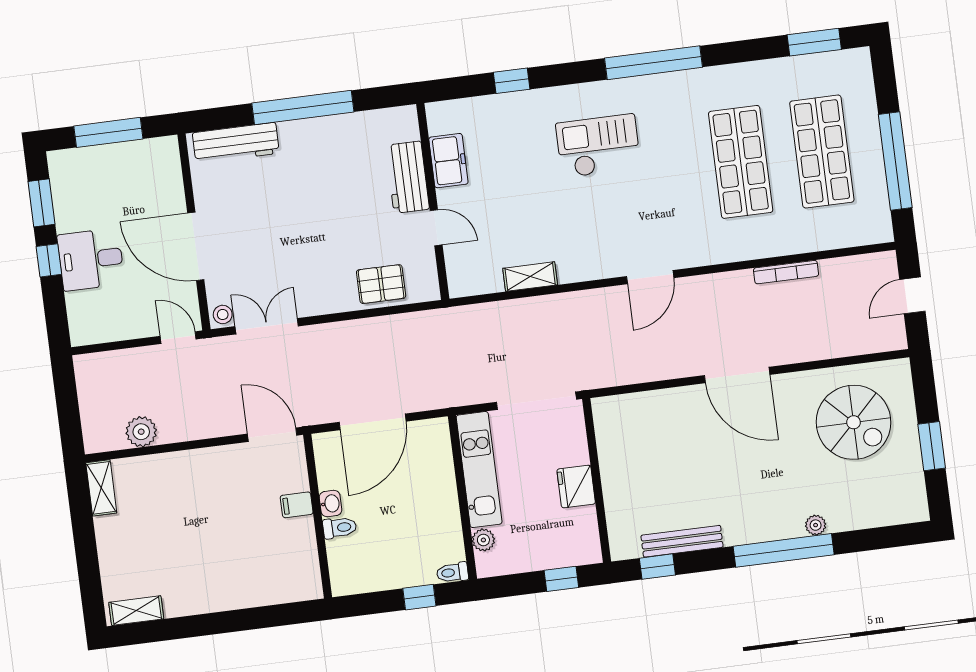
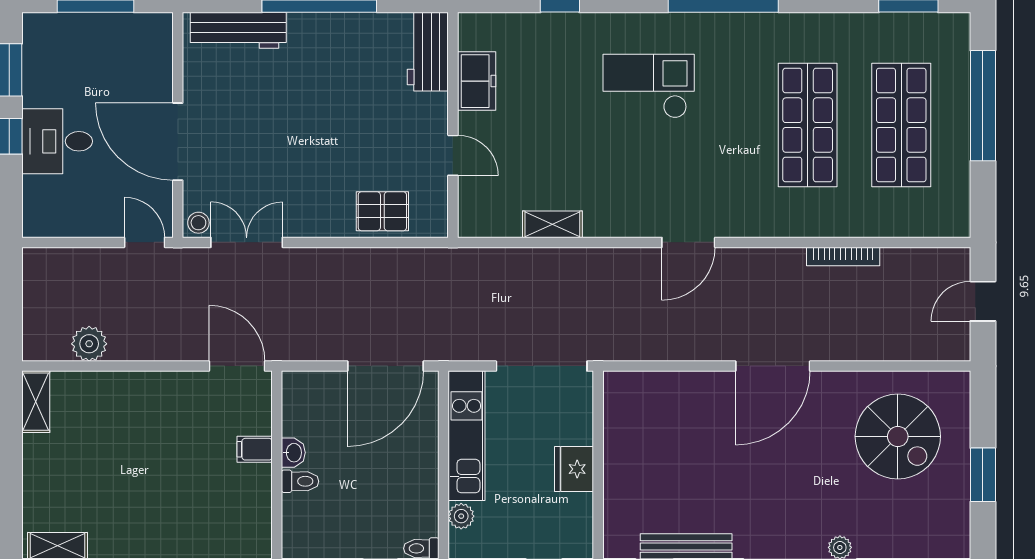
window: (895, 161) -> (983, 106), moved
workbench: (407, 177) -> (428, 52), moved
door: (737, 375) -> (773, 366), hinge flipped
door: (373, 422) -> (386, 366), moved

